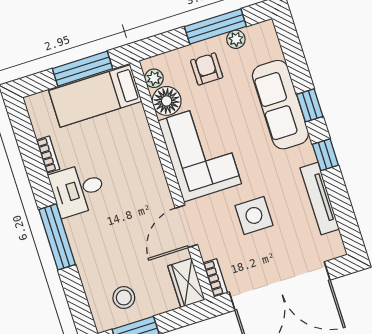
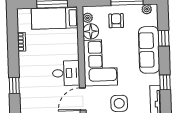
plant: (236, 39) -> (147, 9), moved
window: (310, 105) -> (164, 38), moved
desk: (78, 190) -> (66, 73), moved, turned 180
window: (57, 237) -> (14, 86), width x0.46

